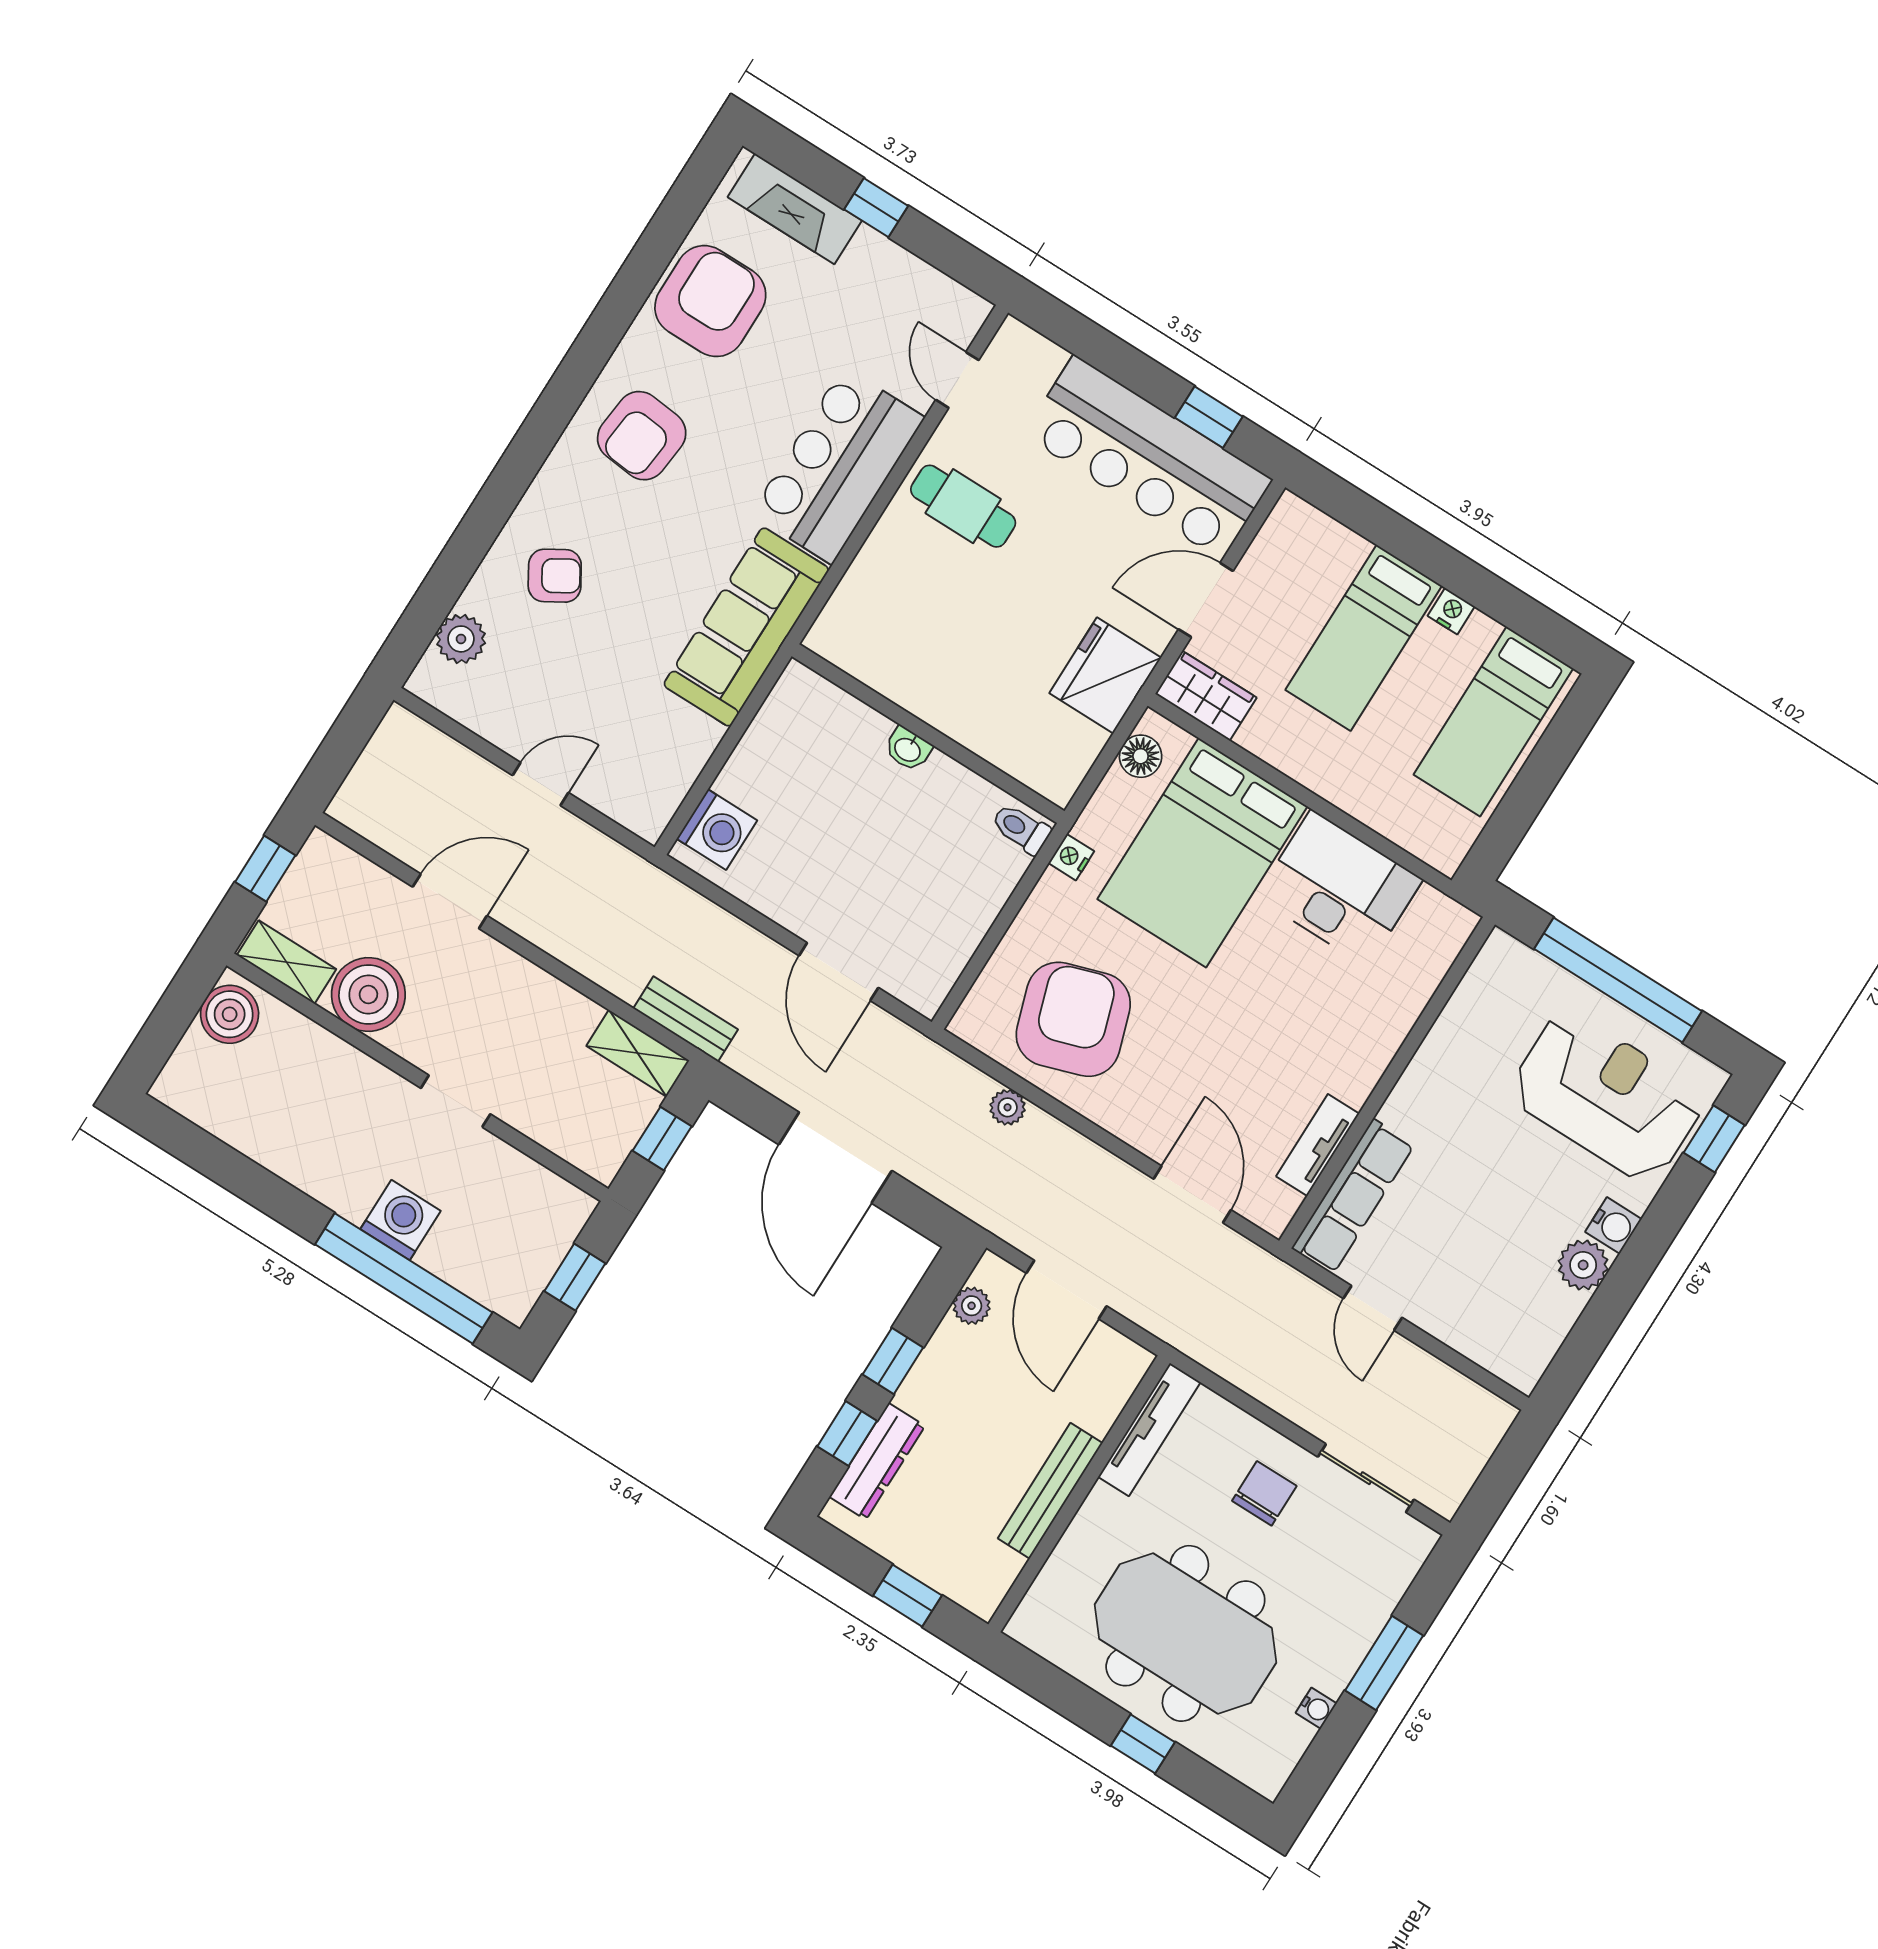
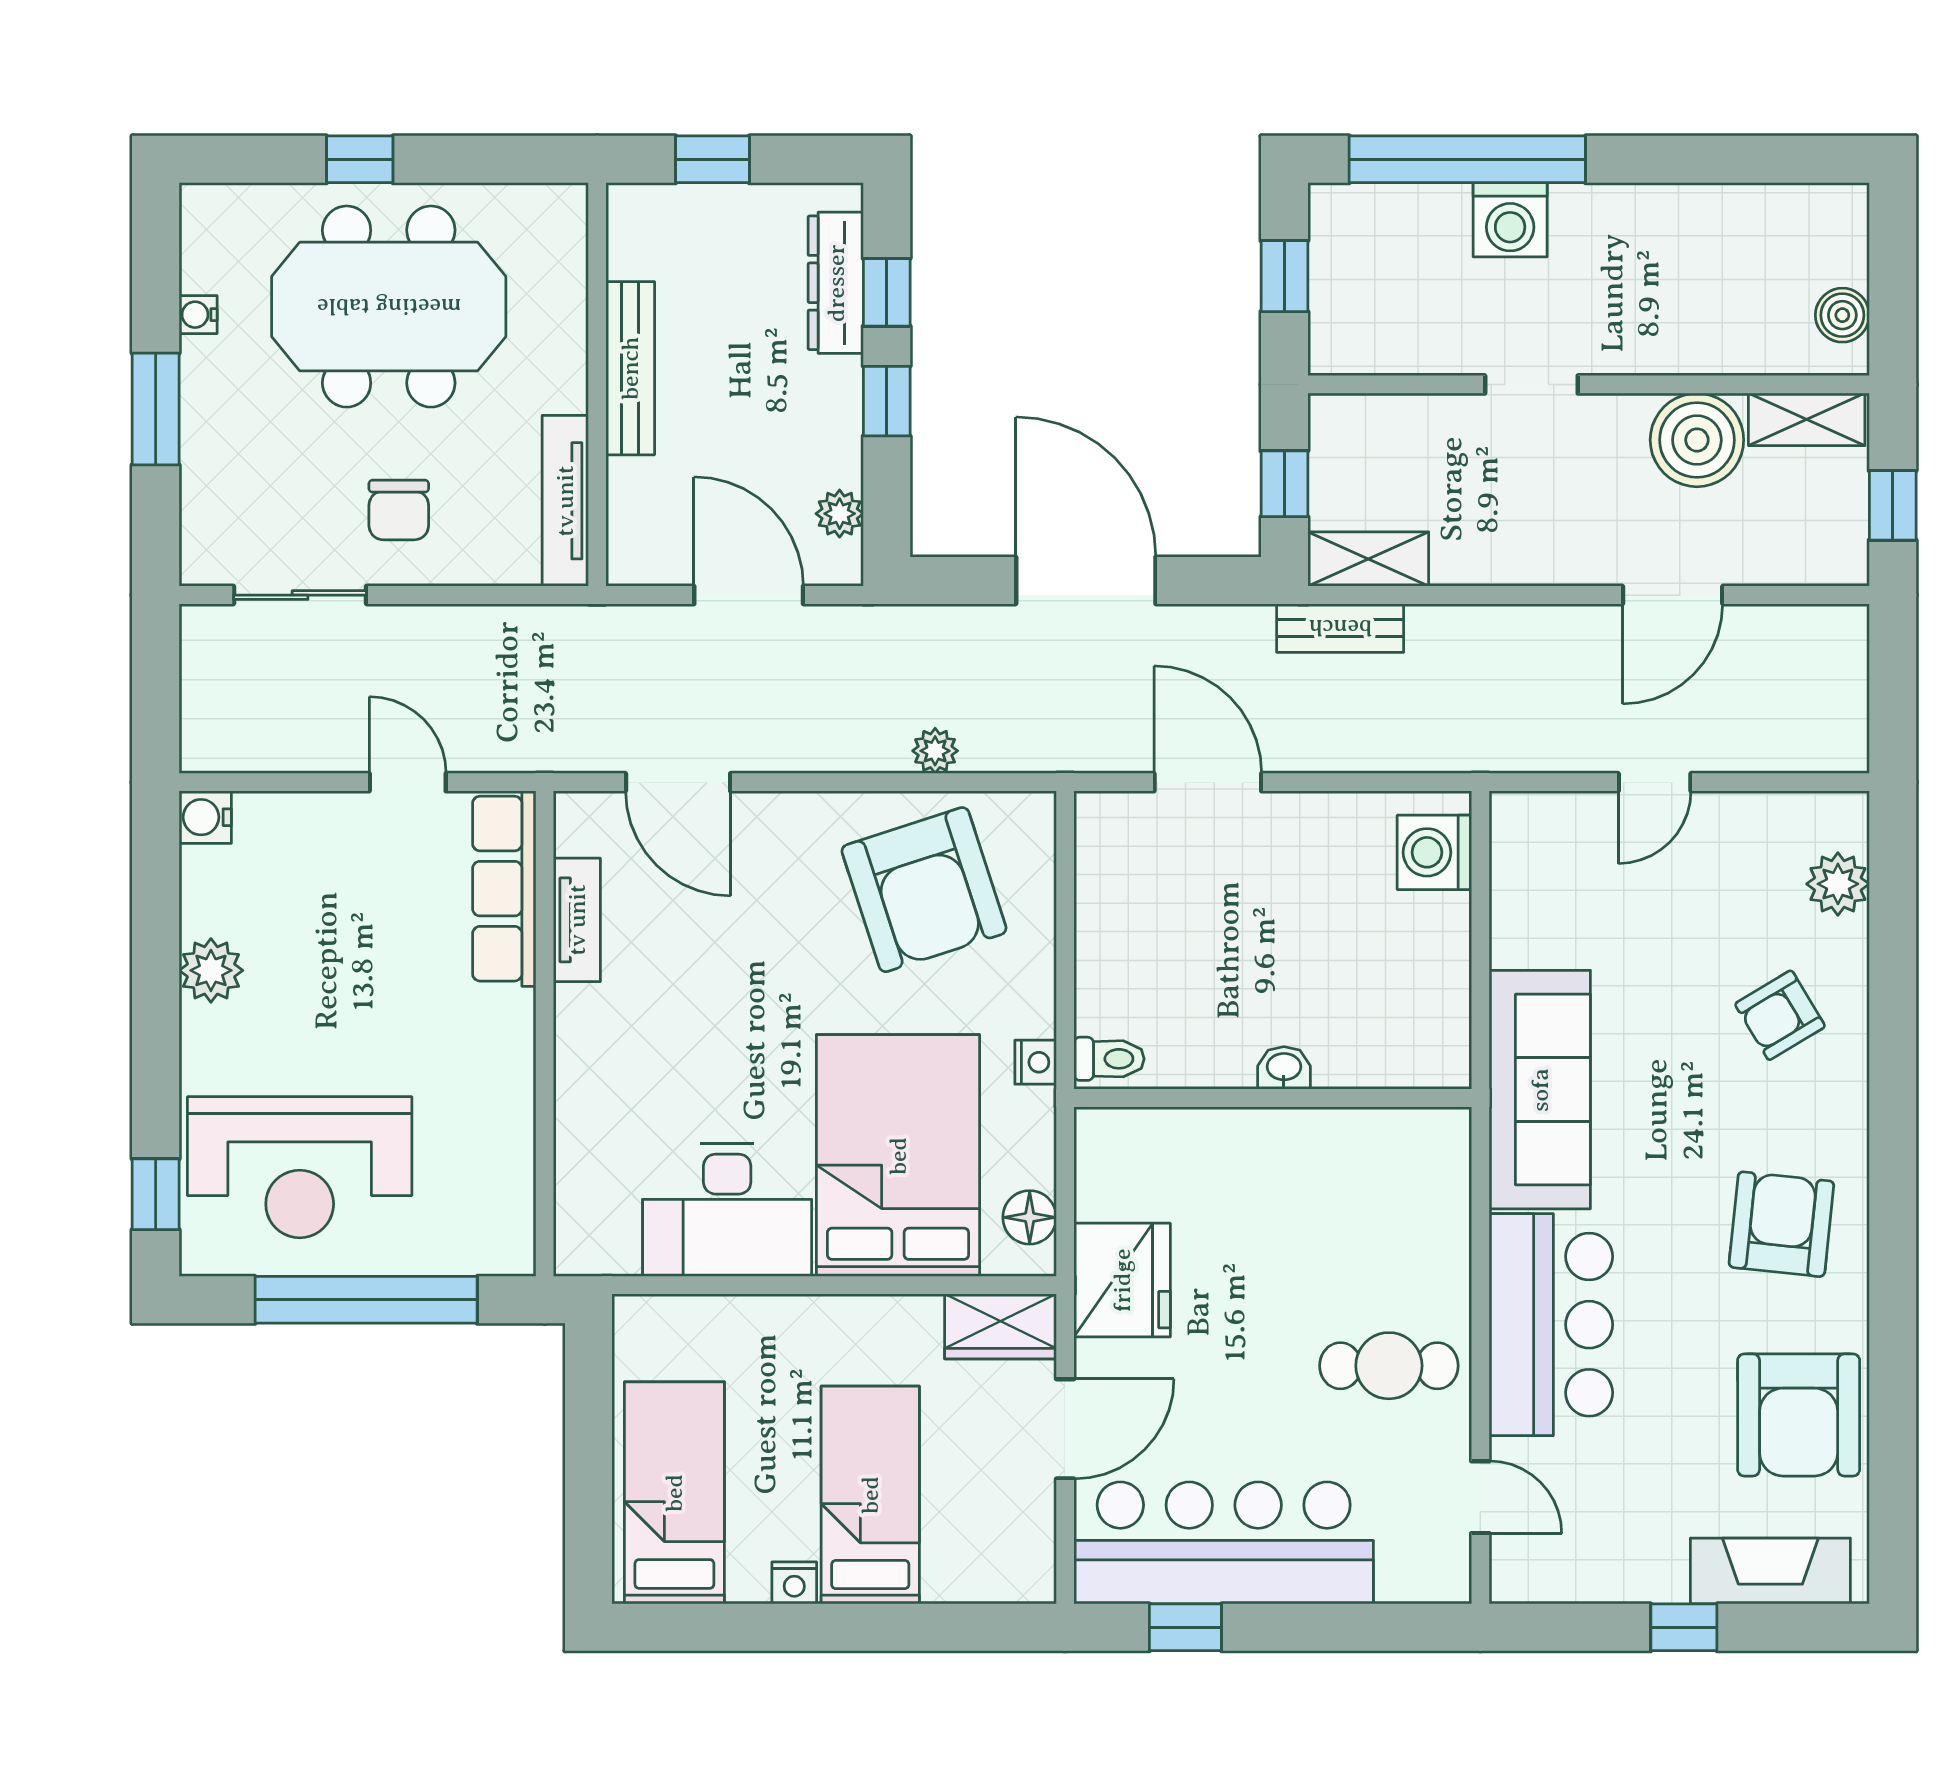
boiler: (230, 1014) -> (1842, 315), width x0.73, depth x0.73
water cooler: (1613, 1225) -> (205, 817), moved

